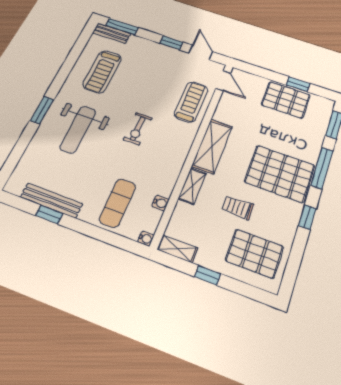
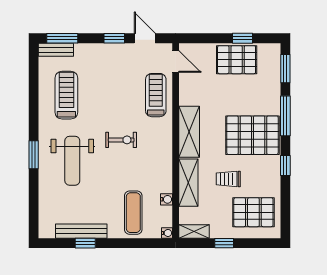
treadmill: (102, 72) -> (66, 95), turned 180
exercise bike: (138, 129) -> (121, 140), turned -90
shelving: (192, 186) -> (188, 183), width x1.50, depth x1.33

